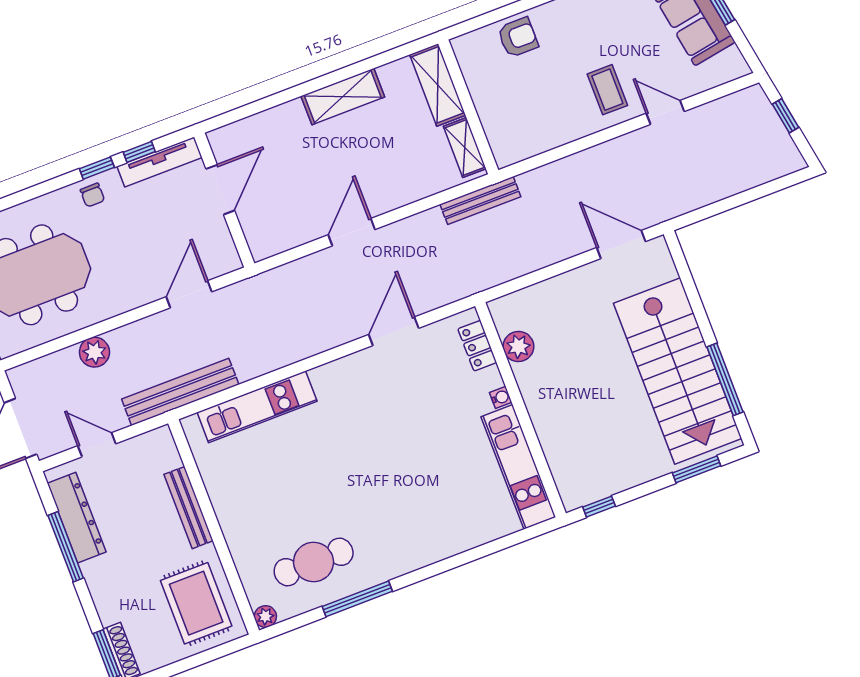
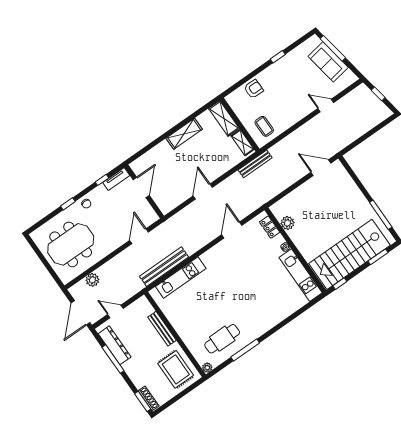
coffee table: (607, 90) -> (264, 126), moved
tv unit: (160, 162) -> (116, 179), width x0.71
window: (97, 168) -> (68, 204), moved
plant: (94, 352) -> (92, 280), moved
stairs: (678, 371) -> (350, 254), moved, turned 90
bench: (180, 392) -> (164, 267), moved

